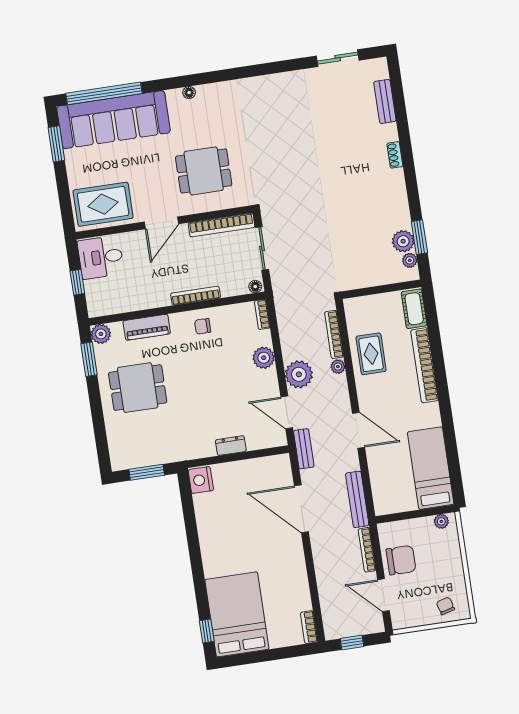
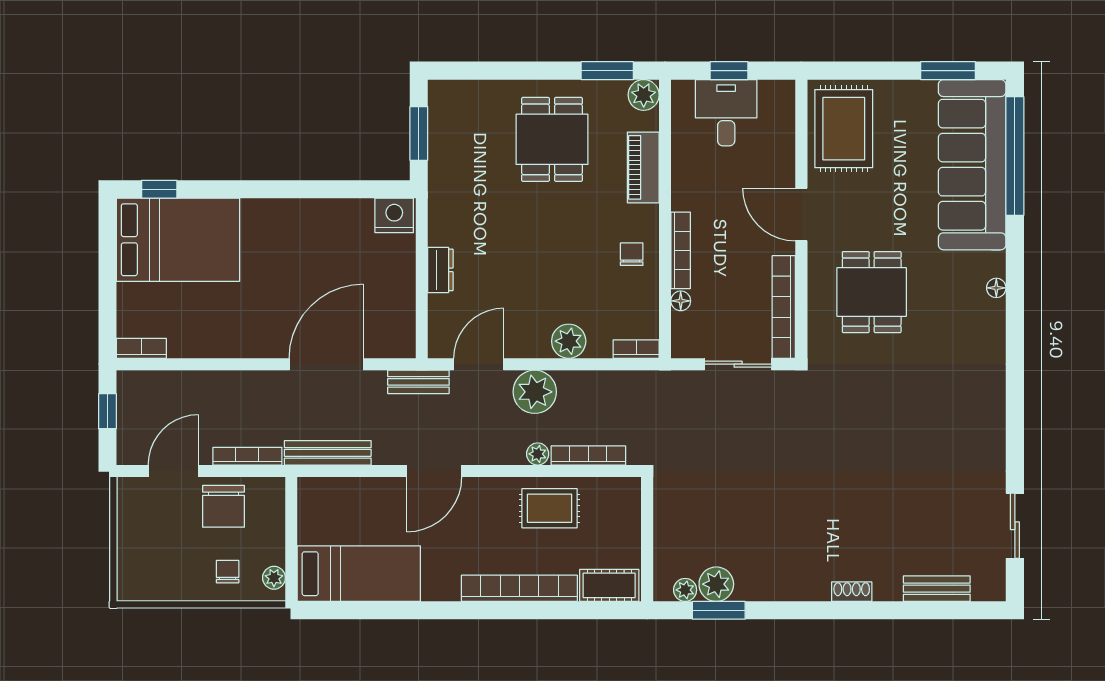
desk: (101, 257) -> (726, 113), moved
floor lamp: (255, 287) -> (681, 301), moved
chair: (445, 606) -> (228, 572), moved, turned -75

